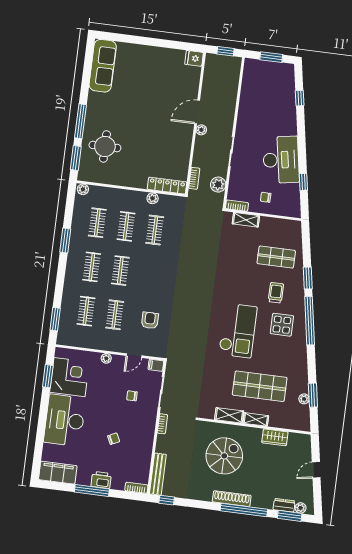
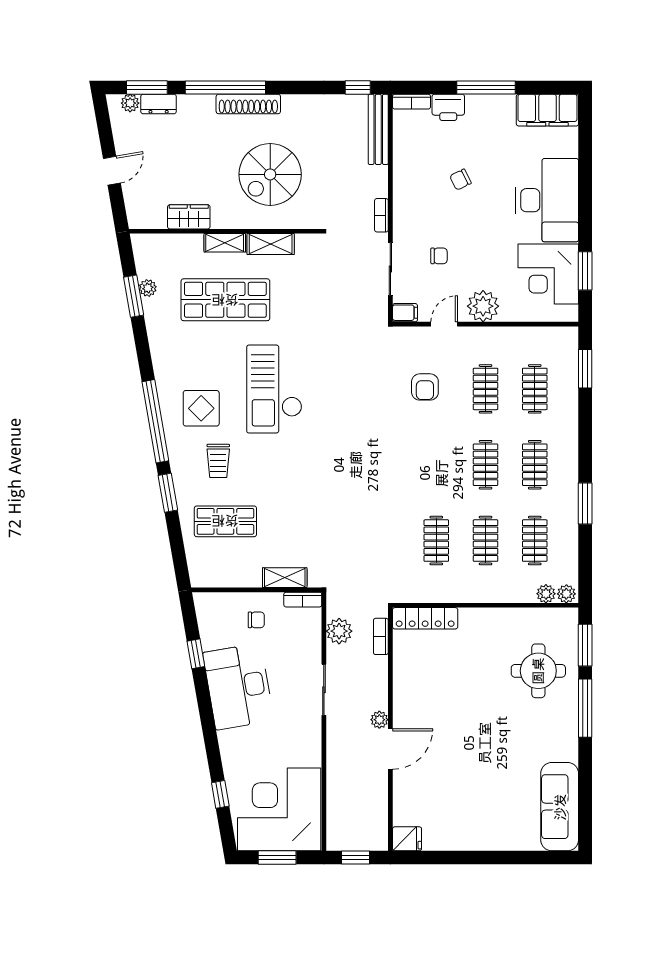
corner desk: (266, 85) -> (279, 809), added
plant: (153, 198) -> (546, 594), moved
plant: (106, 358) -> (483, 306), width x1.88, depth x1.88
printer: (101, 480) -> (448, 107), moved

